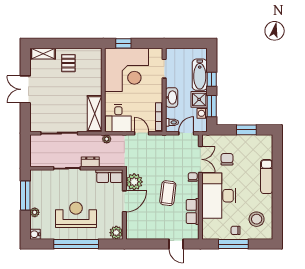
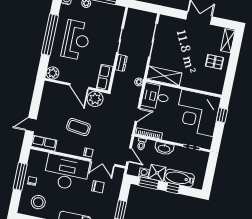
row of seats: (193, 212) -> (44, 143), moved

